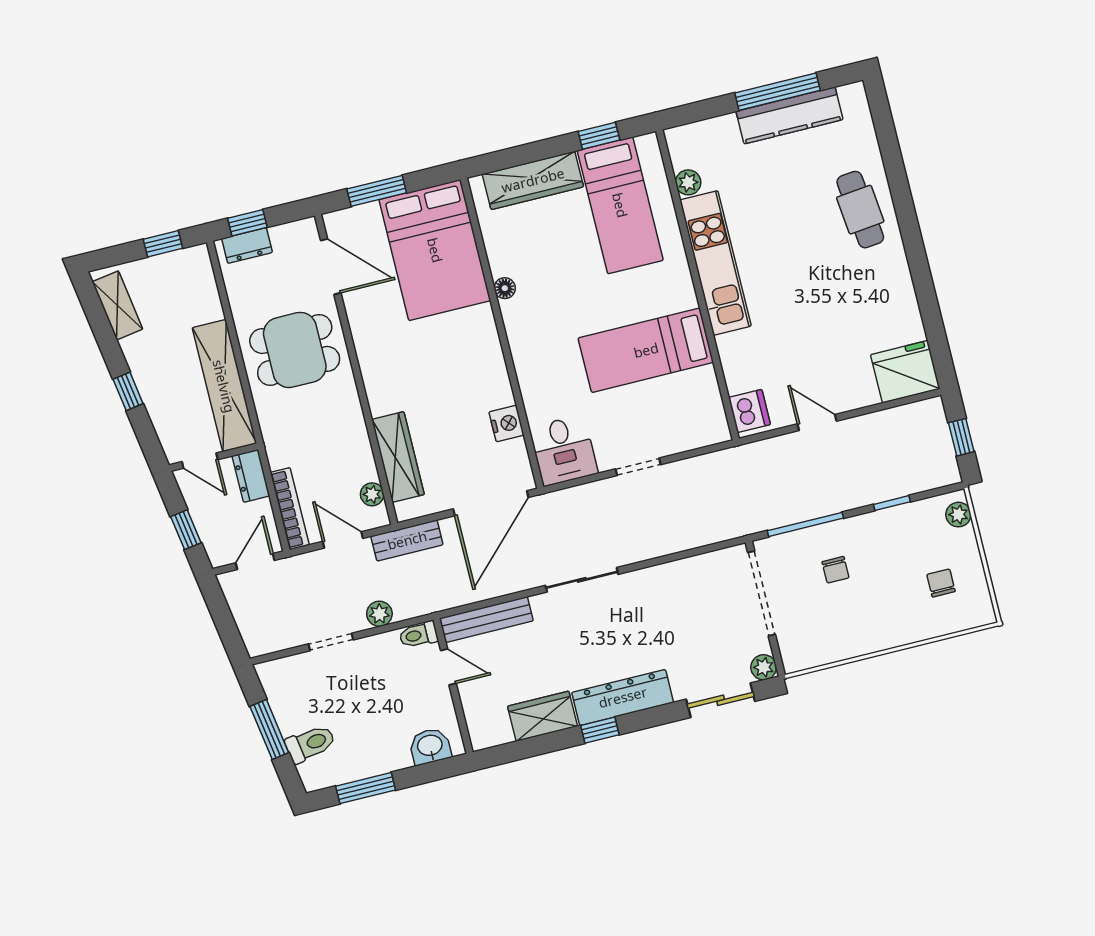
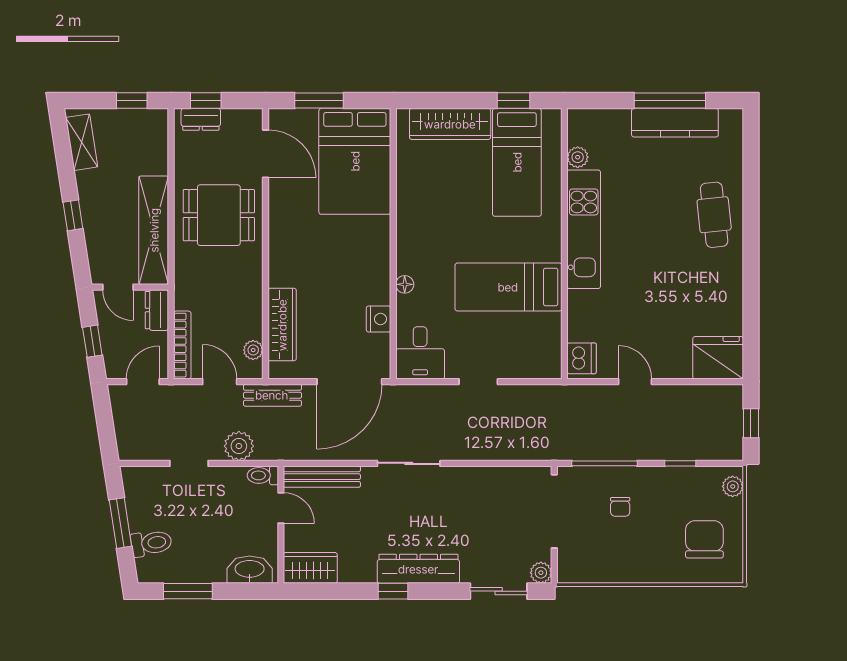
floor lamp: (505, 288) -> (405, 284), moved
chair: (941, 583) -> (704, 539), width x1.87, depth x1.87
plant: (379, 614) -> (239, 446), width x1.38, depth x1.38
wardrobe: (543, 716) -> (310, 568), moved
washbasin: (430, 746) -> (250, 570), width x1.38

